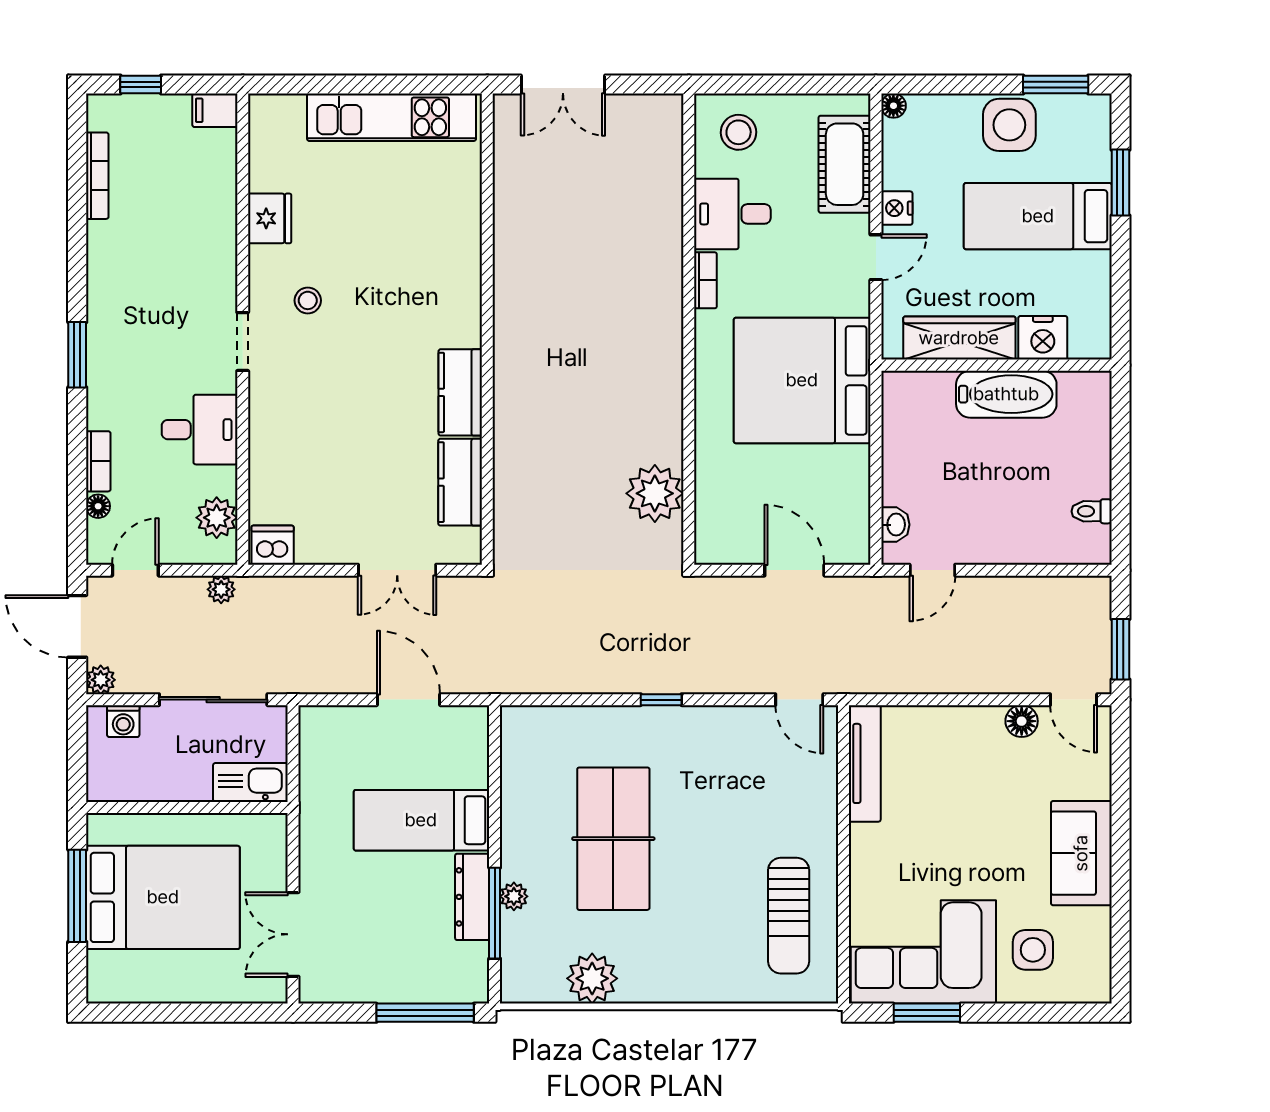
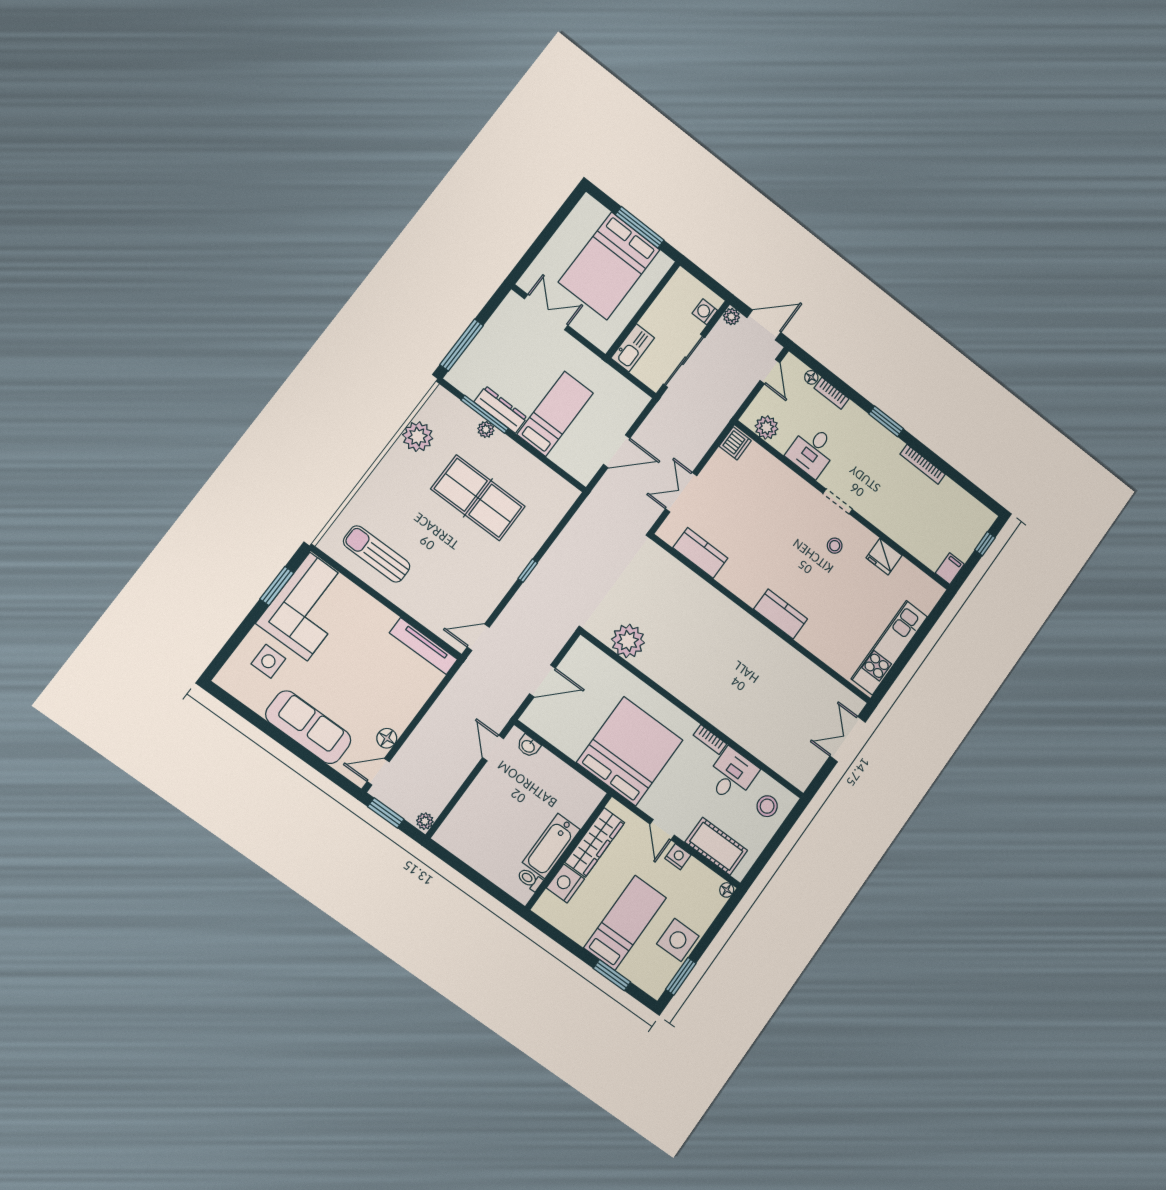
bookcase: (97, 176) -> (923, 464), moved
kitchen counter: (460, 392) -> (781, 614), moved
toilet: (1092, 511) -> (530, 879), moved, turned -90
plant: (221, 589) -> (425, 821), moved
sofa: (1081, 853) -> (308, 727), width x1.36

